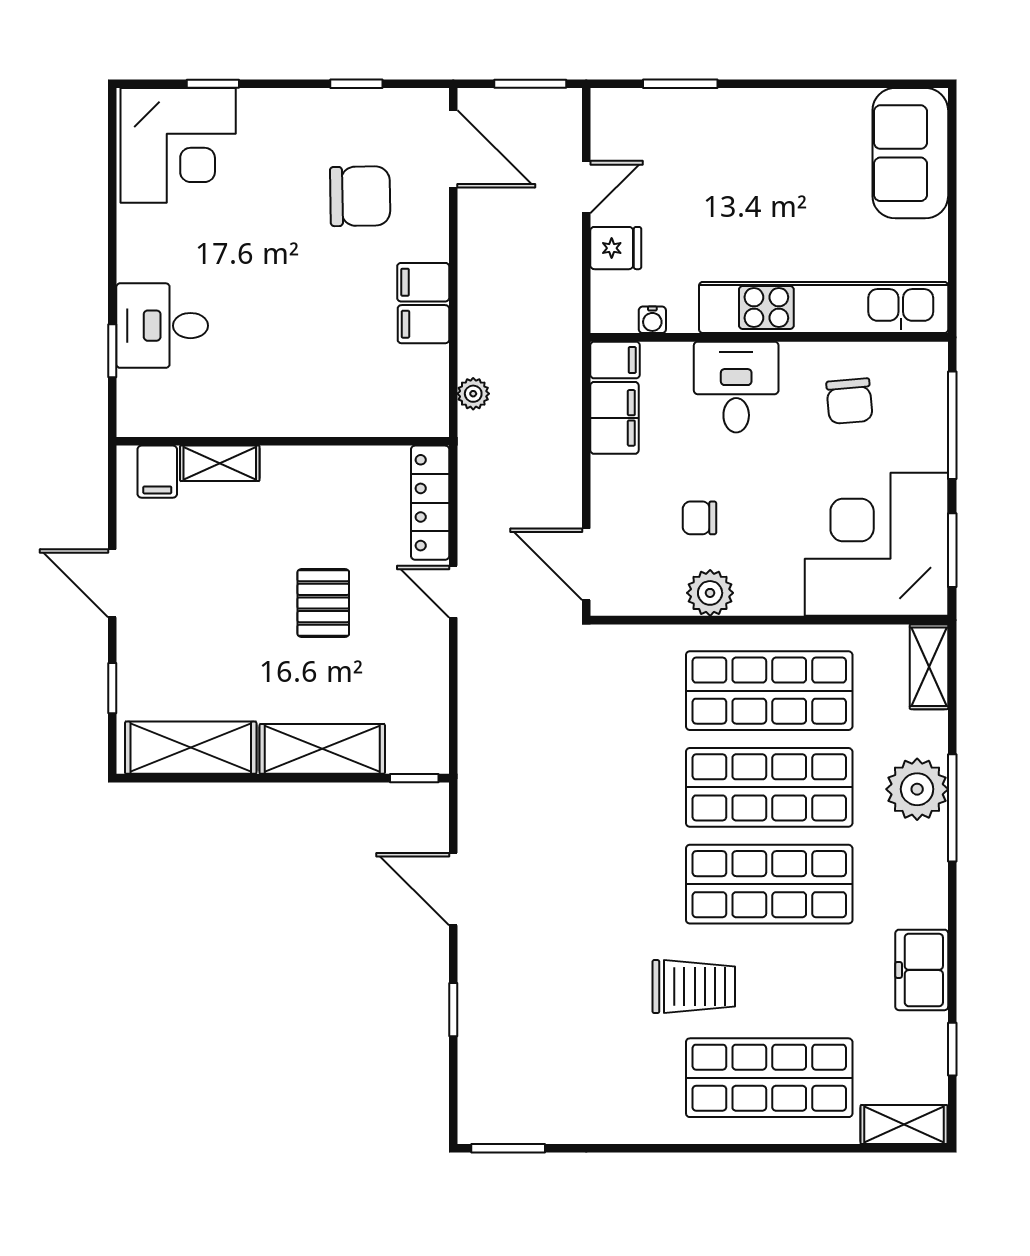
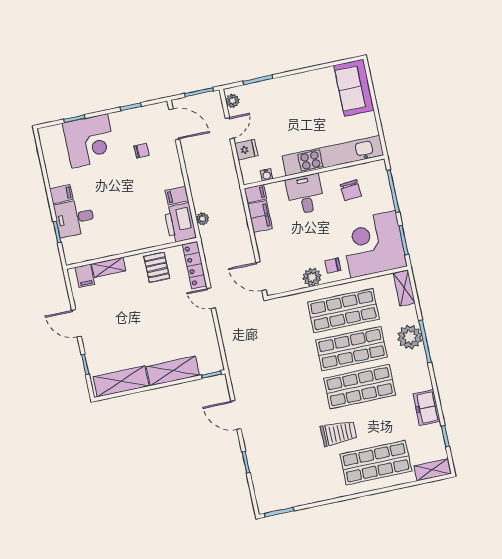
plant: (608, 122) -> (232, 101), added
corner desk: (178, 145) -> (89, 141), moved
chair: (360, 196) -> (142, 151), width x0.54, depth x0.54
filing cabinet: (423, 282) -> (61, 194), moved, turned 180
printer: (417, 392) -> (180, 223), added
chair: (699, 518) -> (333, 266), moved
pallet: (323, 603) -> (157, 267), moved

